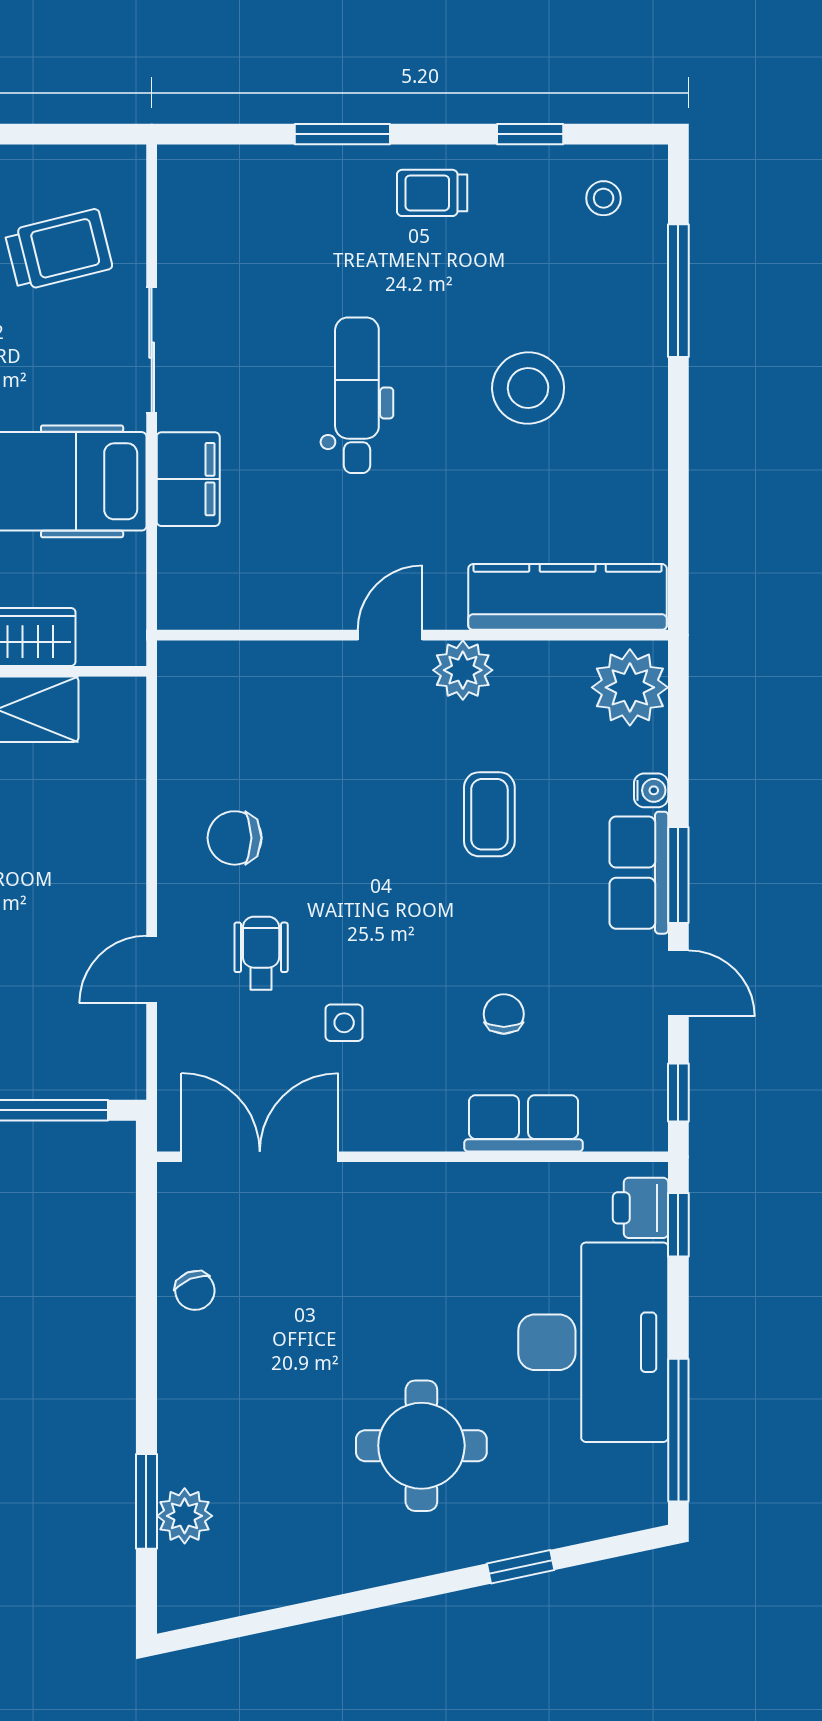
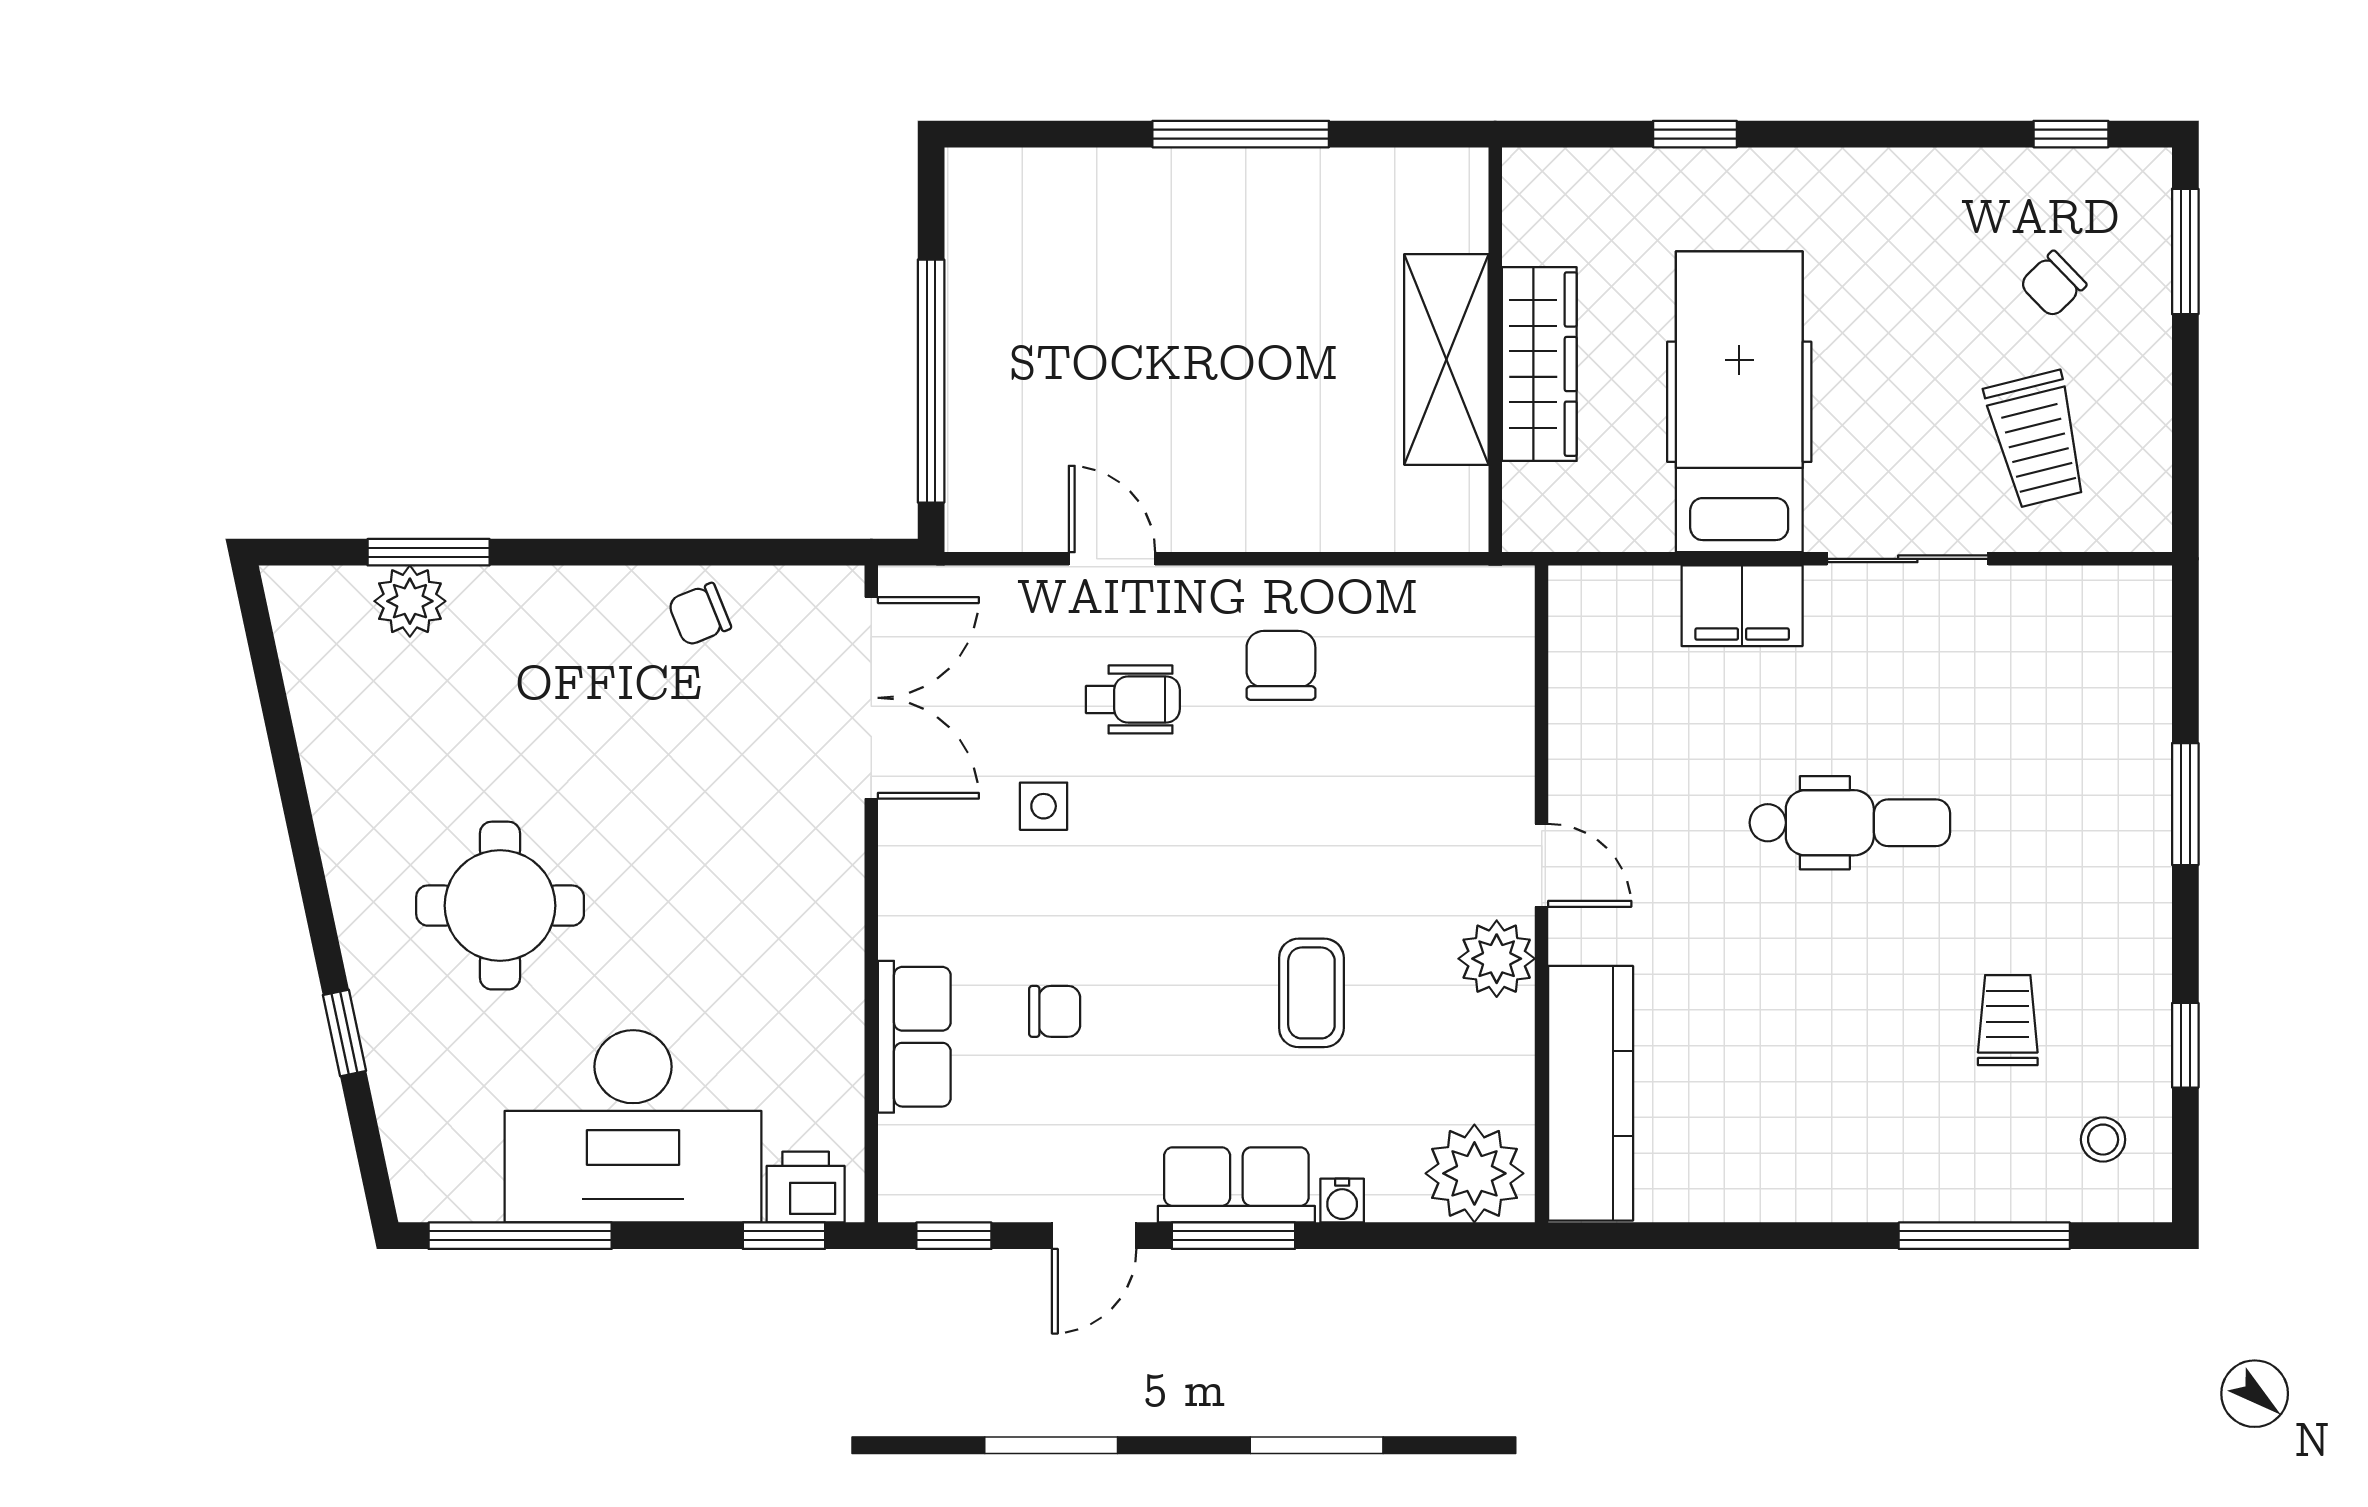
trolley: (432, 193) -> (2008, 1020), moved
stool: (528, 388) -> (1859, 1043), removed
coffee table: (489, 814) -> (1311, 993), turned 90

